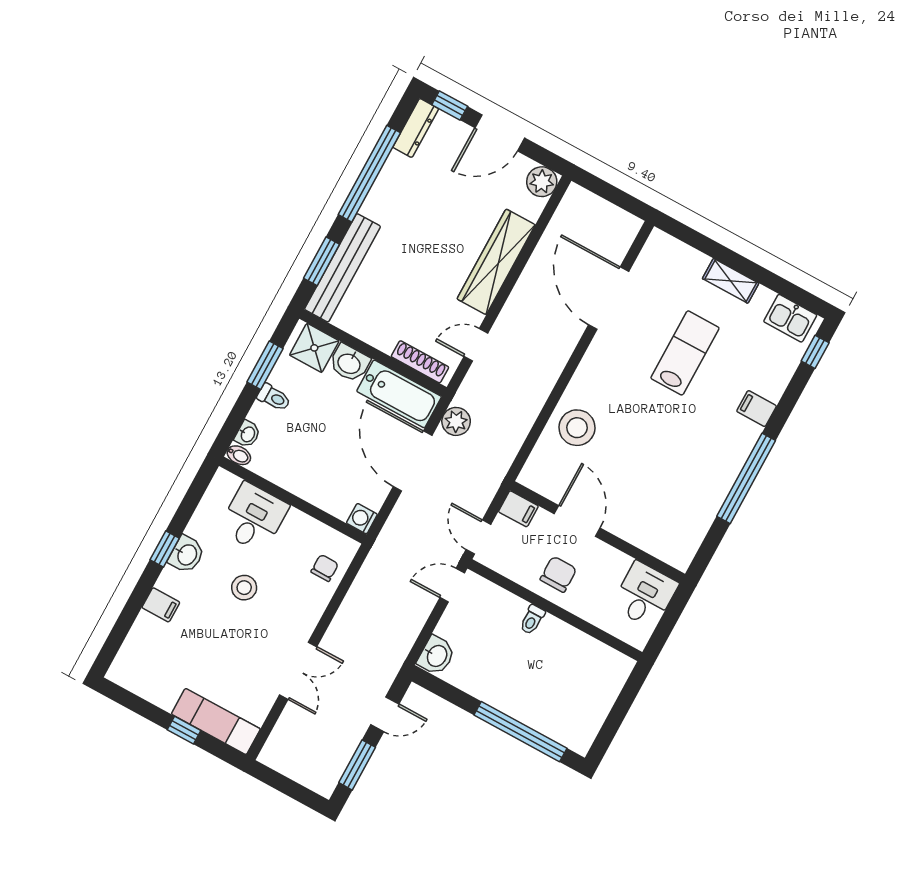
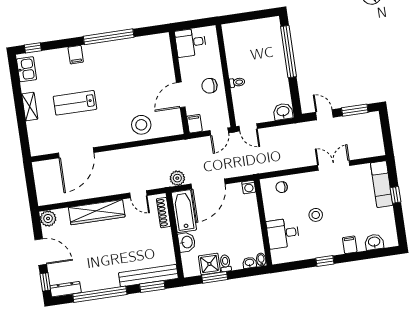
shower: (314, 348) -> (209, 264), moved
washbasin: (187, 555) -> (374, 242), moved

